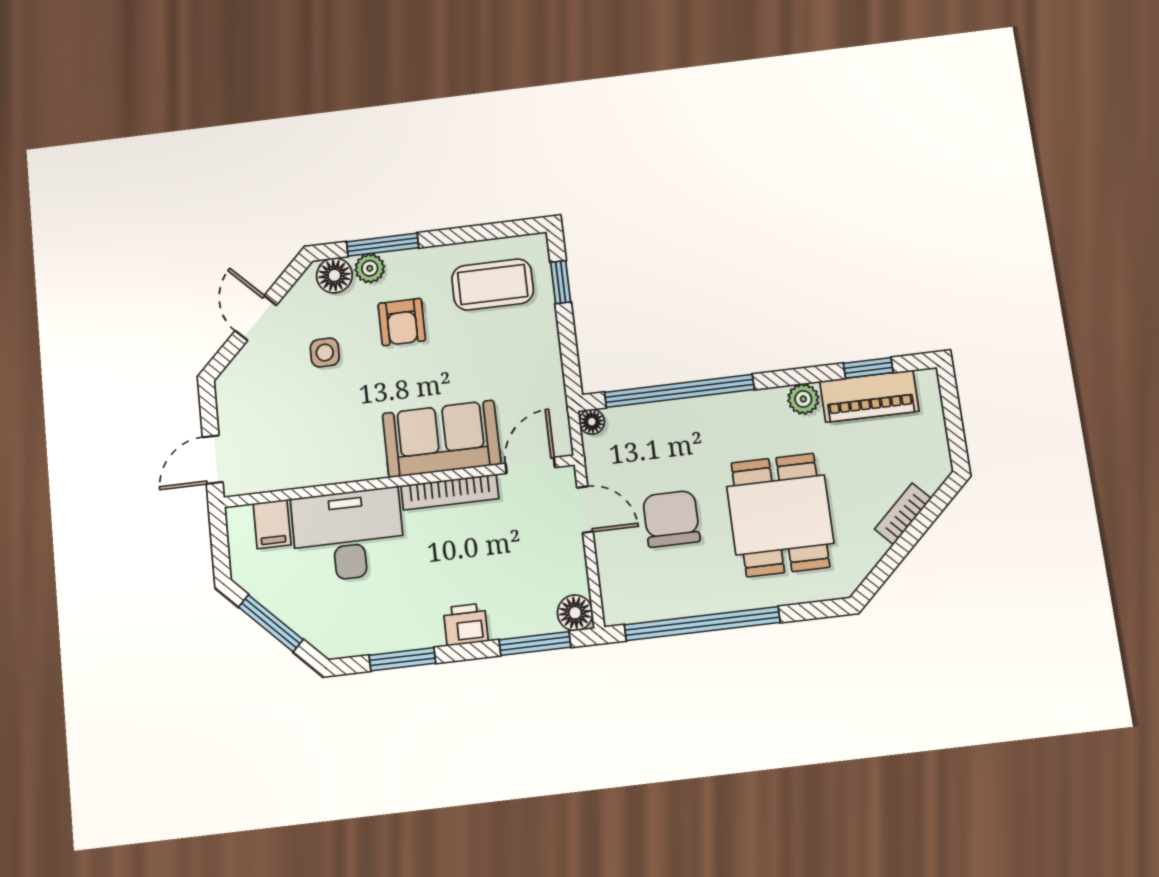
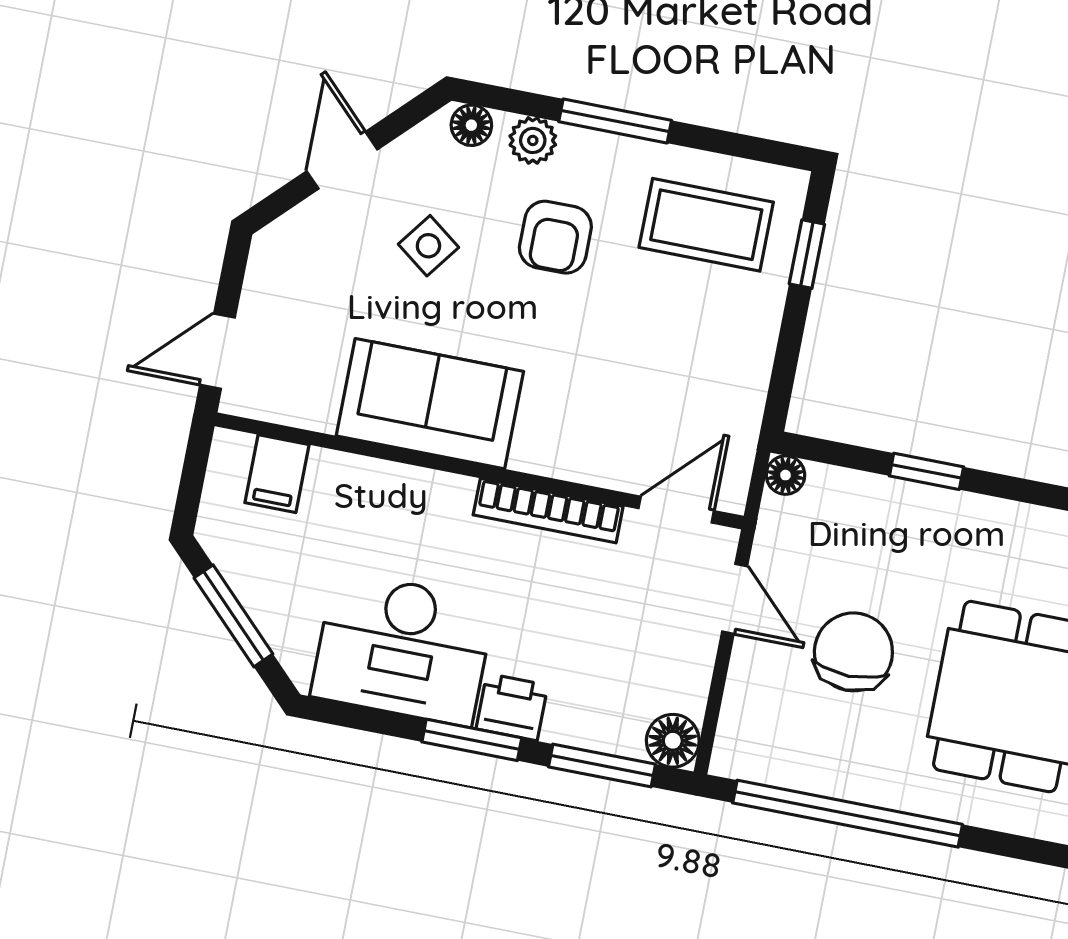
window: (383, 245) -> (615, 121), moved
floor lamp: (334, 275) -> (471, 125), width x0.73, depth x0.73
side table: (325, 353) -> (428, 246), turned 37
window: (679, 391) -> (927, 471), width x0.32
sofa: (441, 439) -> (430, 404), moved
desk: (348, 535) -> (403, 648), moved, turned 180
window: (402, 659) -> (472, 740), moved

